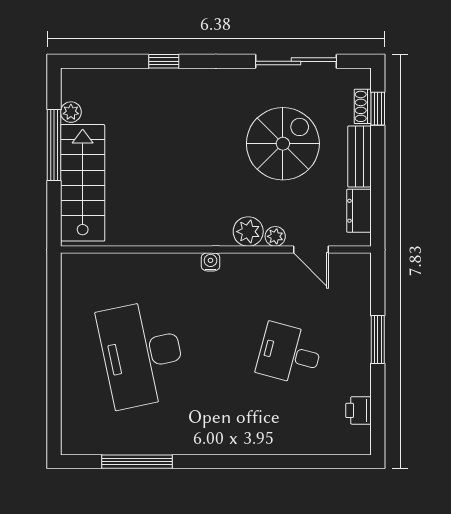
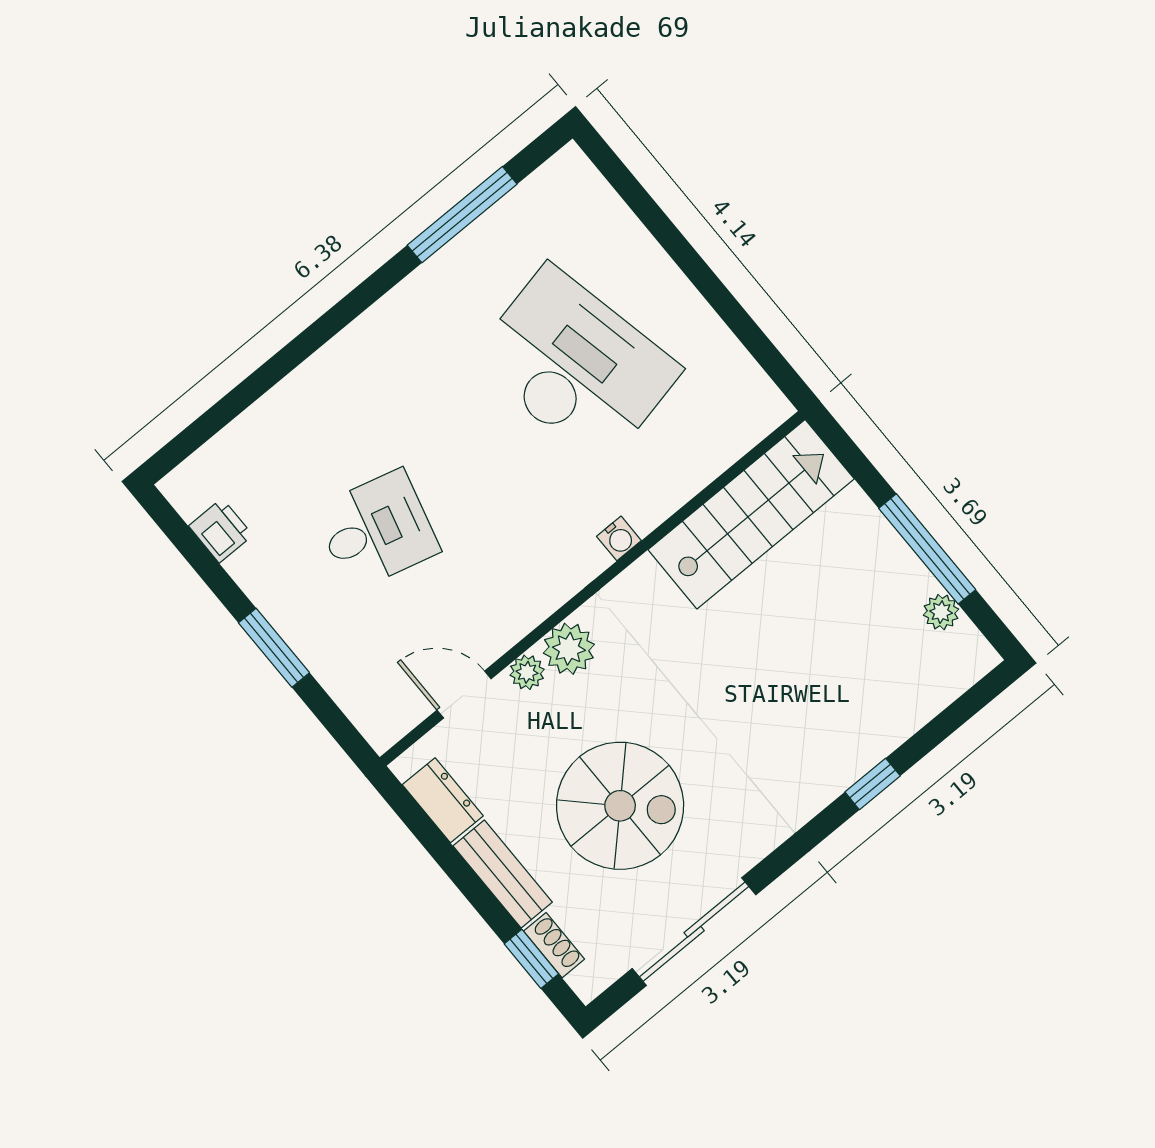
spiral stairs: (283, 144) -> (620, 806), turned -90
stairs: (83, 183) -> (751, 514), moved, turned -90
water cooler: (210, 262) -> (619, 538), moved

